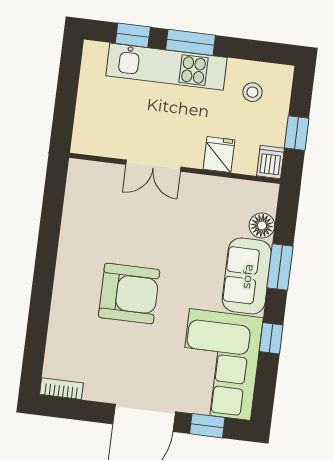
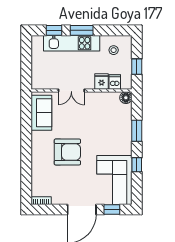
dishwasher: (270, 162) -> (115, 82), moved
floor lamp: (262, 226) -> (126, 98), moved
sofa: (247, 276) -> (41, 113), moved, turned 180

